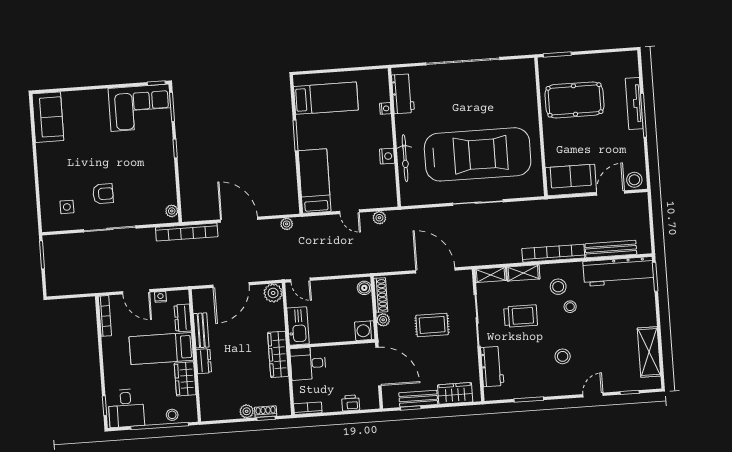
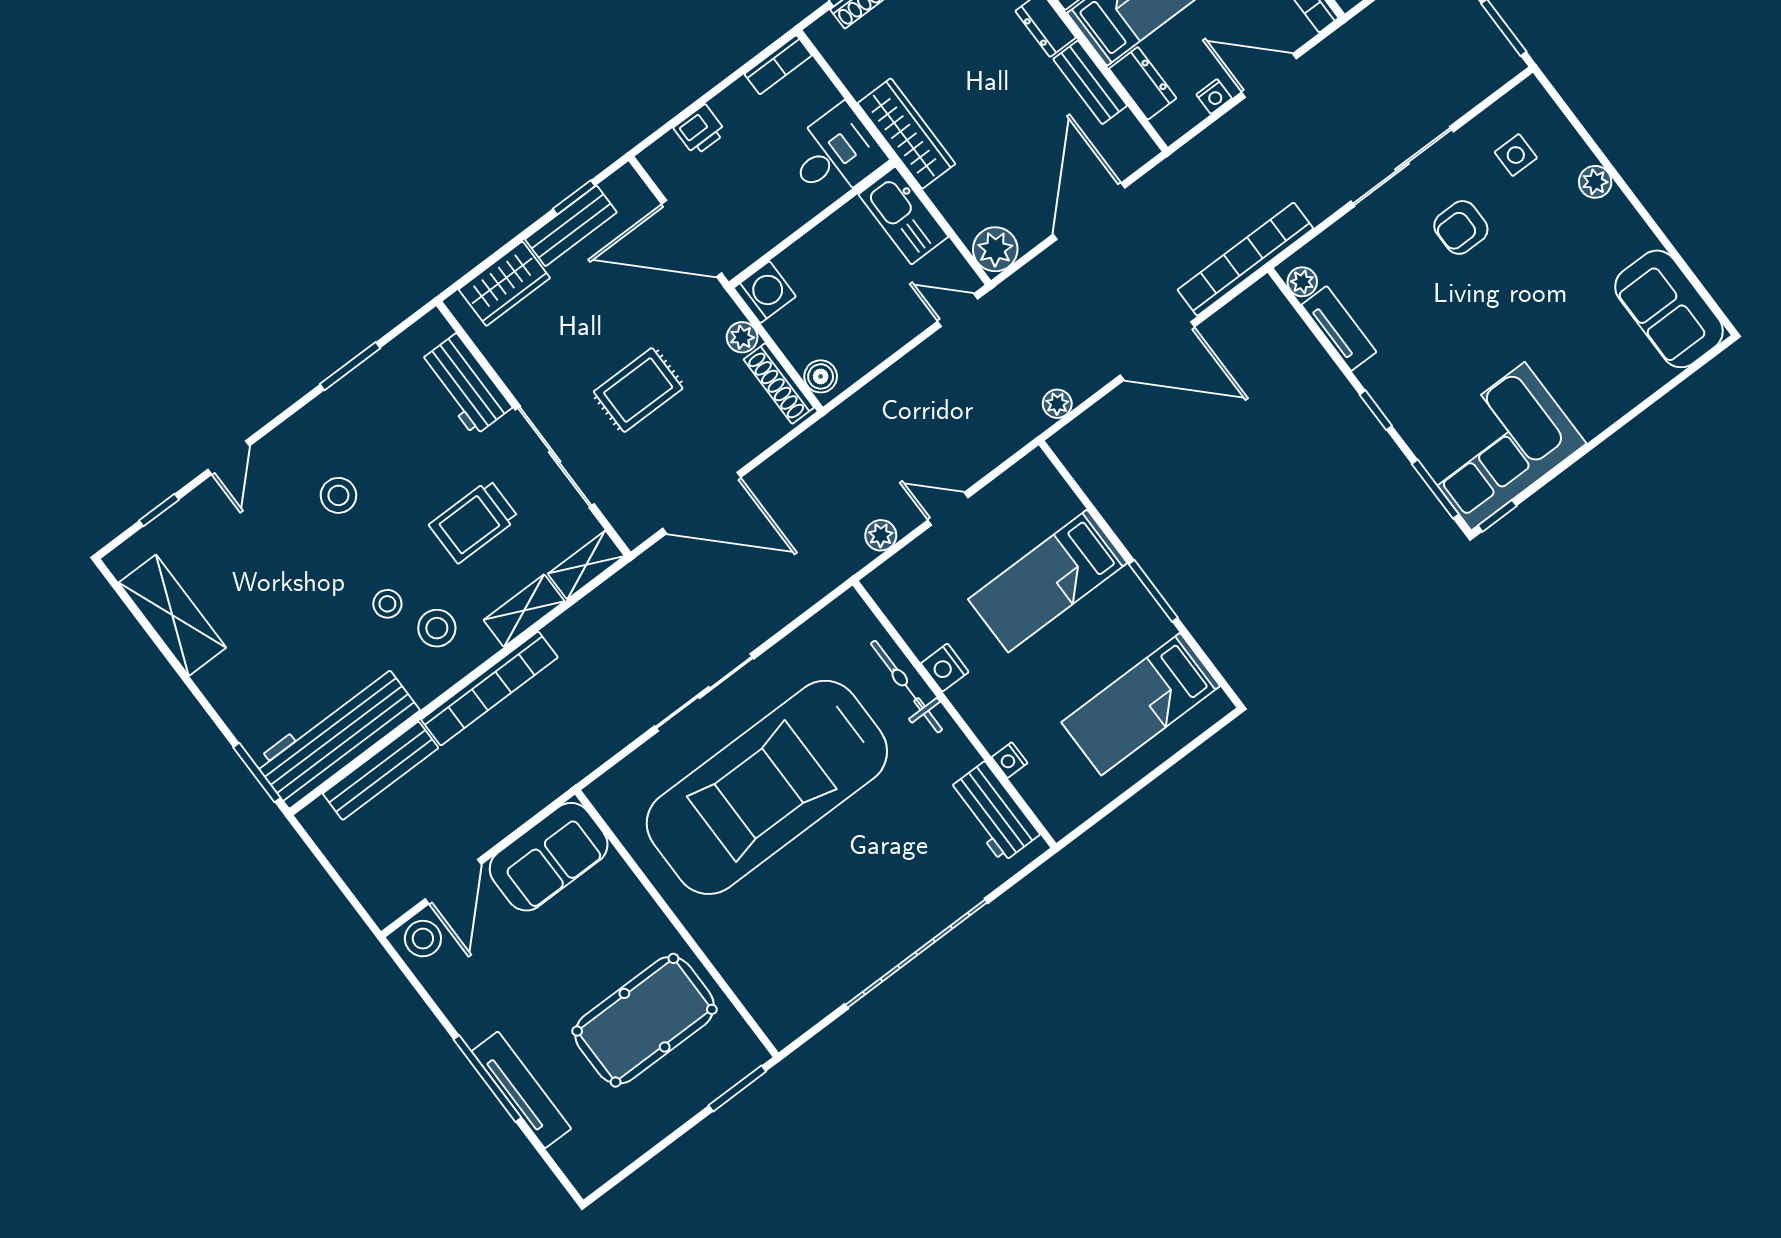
plant: (45, 179) -> (1595, 182), added
bed: (315, 181) -> (1048, 581), moved, turned 90
tv unit: (169, 186) -> (1339, 328), added

